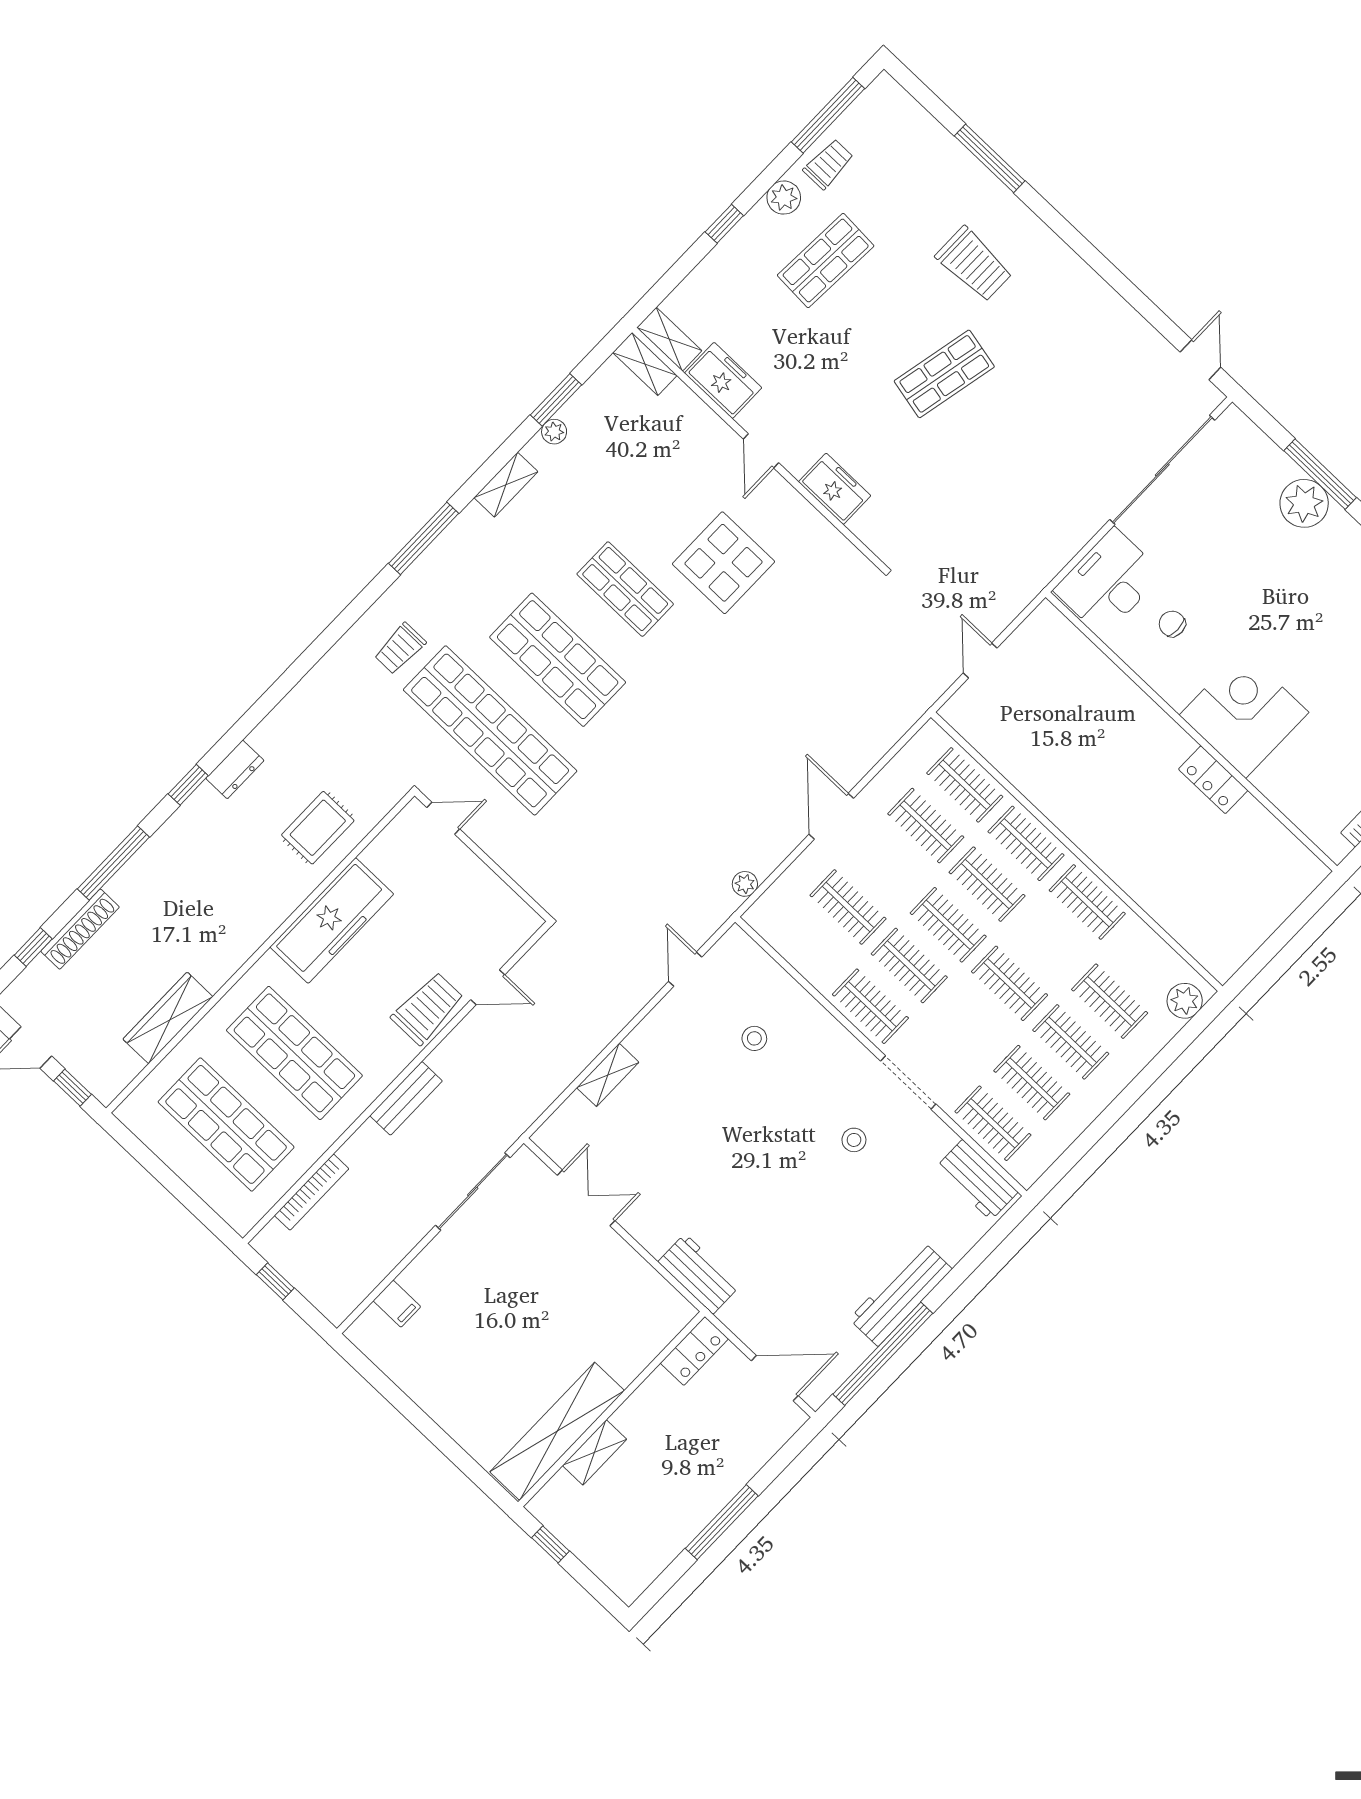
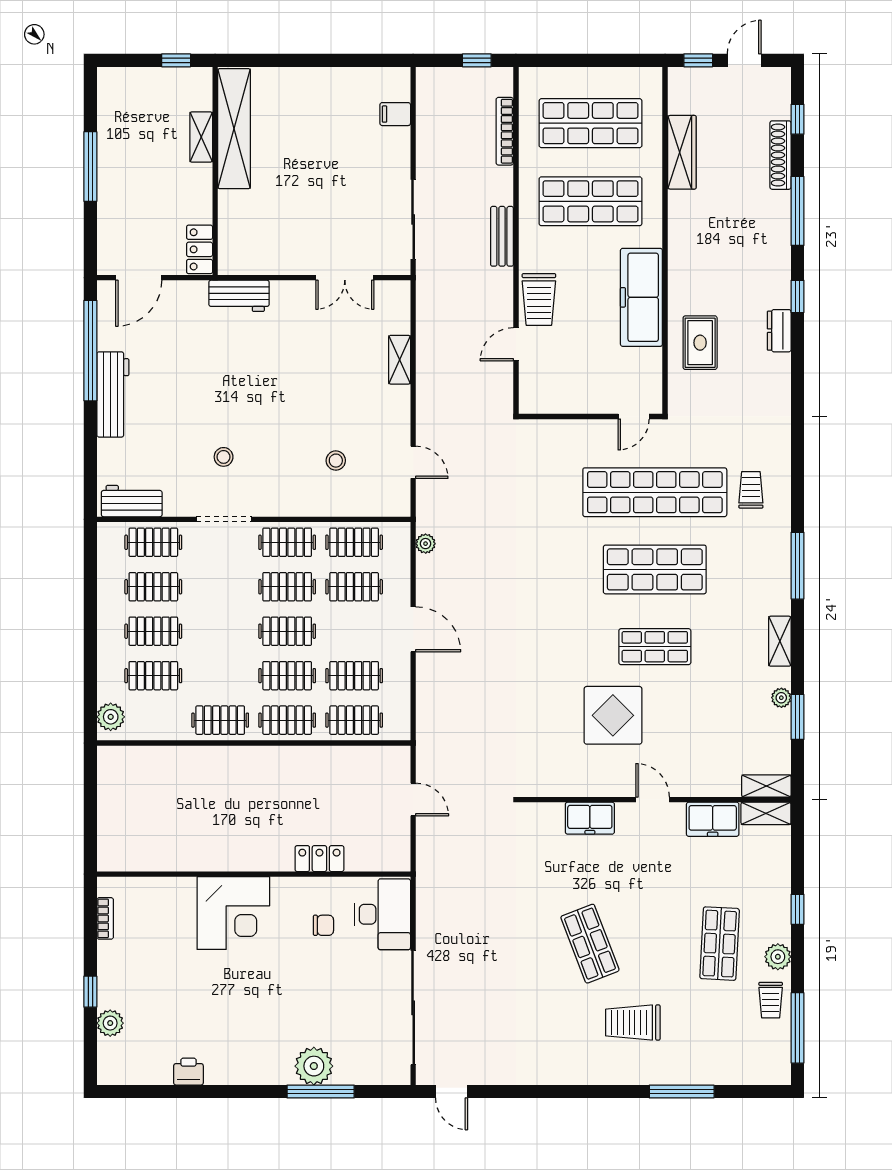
shop shelf: (944, 374) -> (590, 944), turned -33
locker: (1213, 780) -> (319, 859), moved
clothes rail: (1009, 983) -> (354, 542), moved

